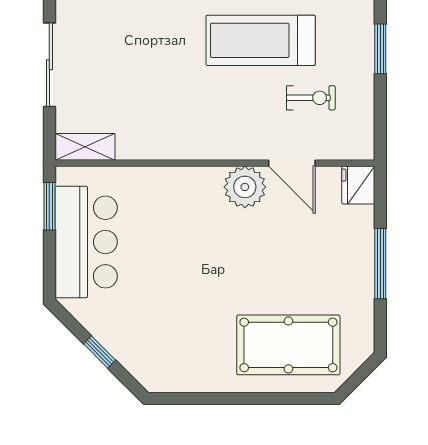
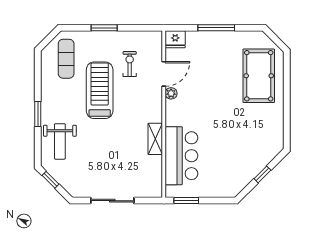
treadmill: (261, 40) -> (100, 90), turned 180
shelving: (85, 147) -> (155, 139), moved
plant: (245, 187) -> (171, 93), width x0.53, depth x0.53
bar counter: (86, 242) -> (181, 156), moved, turned 90

